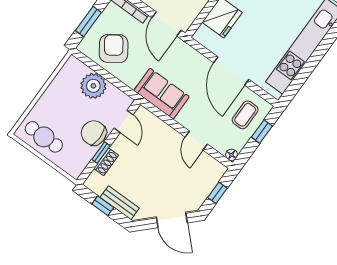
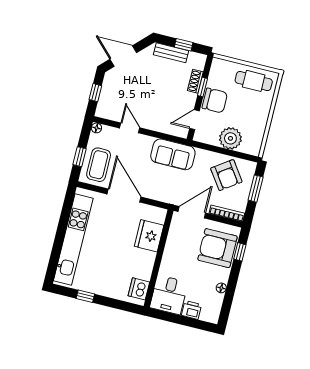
door: (166, 24) -> (192, 212), hinge flipped
coffee table: (245, 115) -> (99, 165), width x1.36, depth x1.30
door: (124, 121) -> (194, 120), hinge flipped

